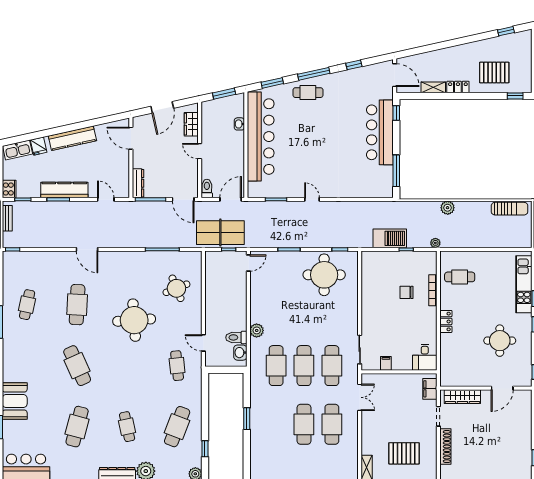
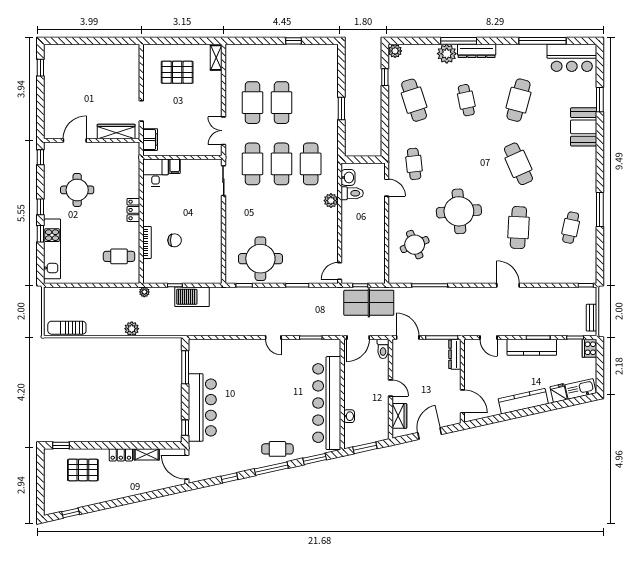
filing cabinet: (386, 363) -> (175, 166), moved
cafe table: (177, 427) -> (414, 100), turned -39
shoe rack: (445, 447) -> (134, 79), removed

